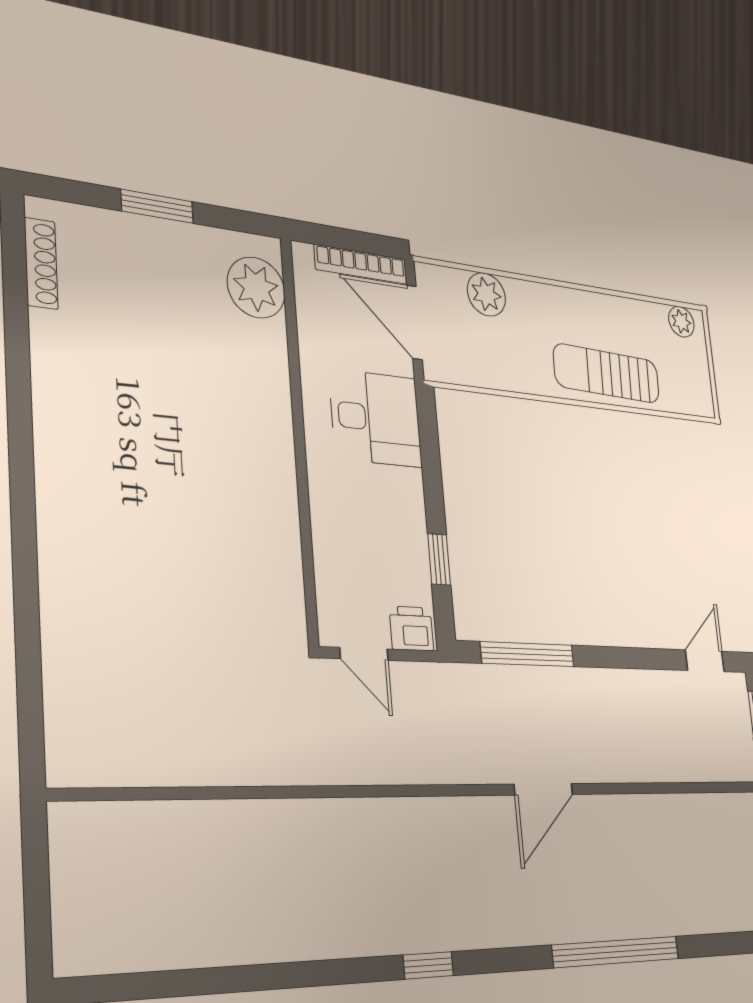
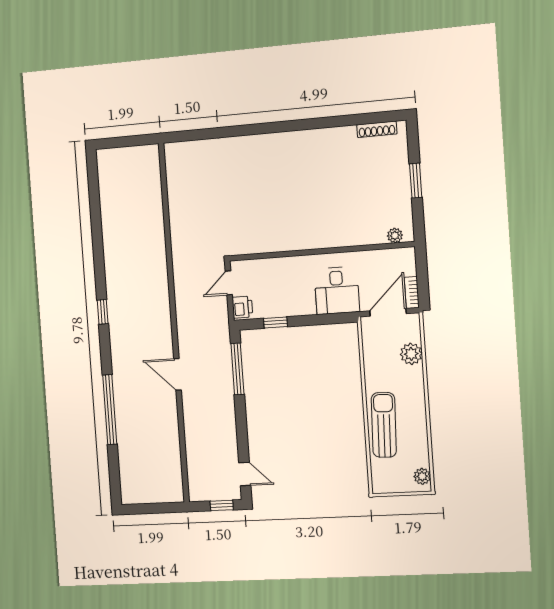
bookcase: (361, 264) -> (412, 292), width x0.64
plant: (256, 288) -> (395, 236), width x0.53, depth x0.53

